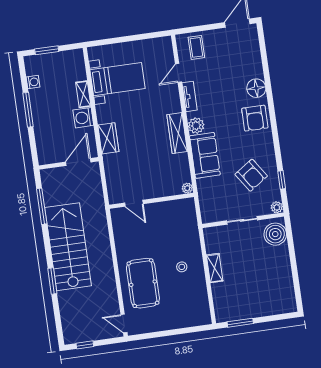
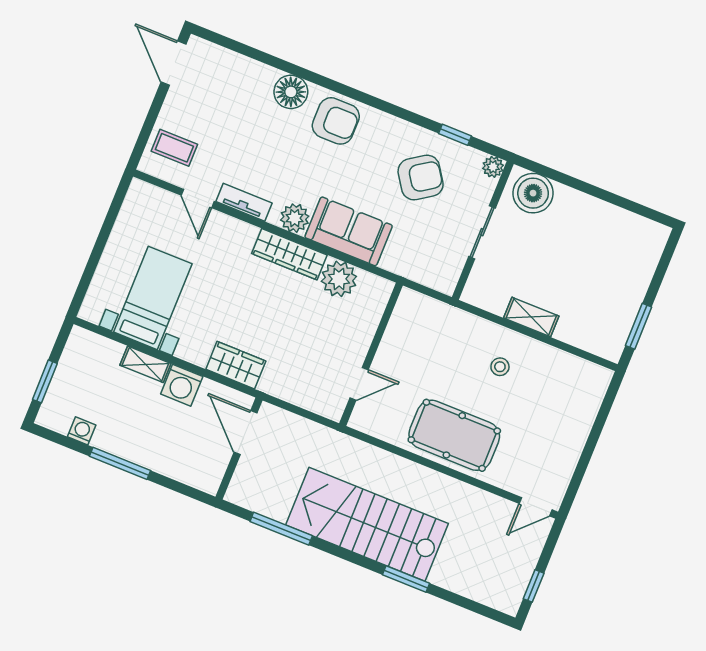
plant: (187, 188) -> (339, 279), moved, width x1.87, depth x1.87
pool table: (143, 283) -> (454, 435), moved

